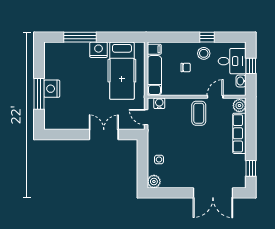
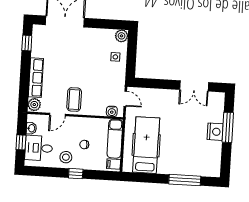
window: (207, 37) -> (76, 174), moved
nightstand: (99, 50) -> (168, 167), removed
double door: (104, 134) -> (194, 86), moved

